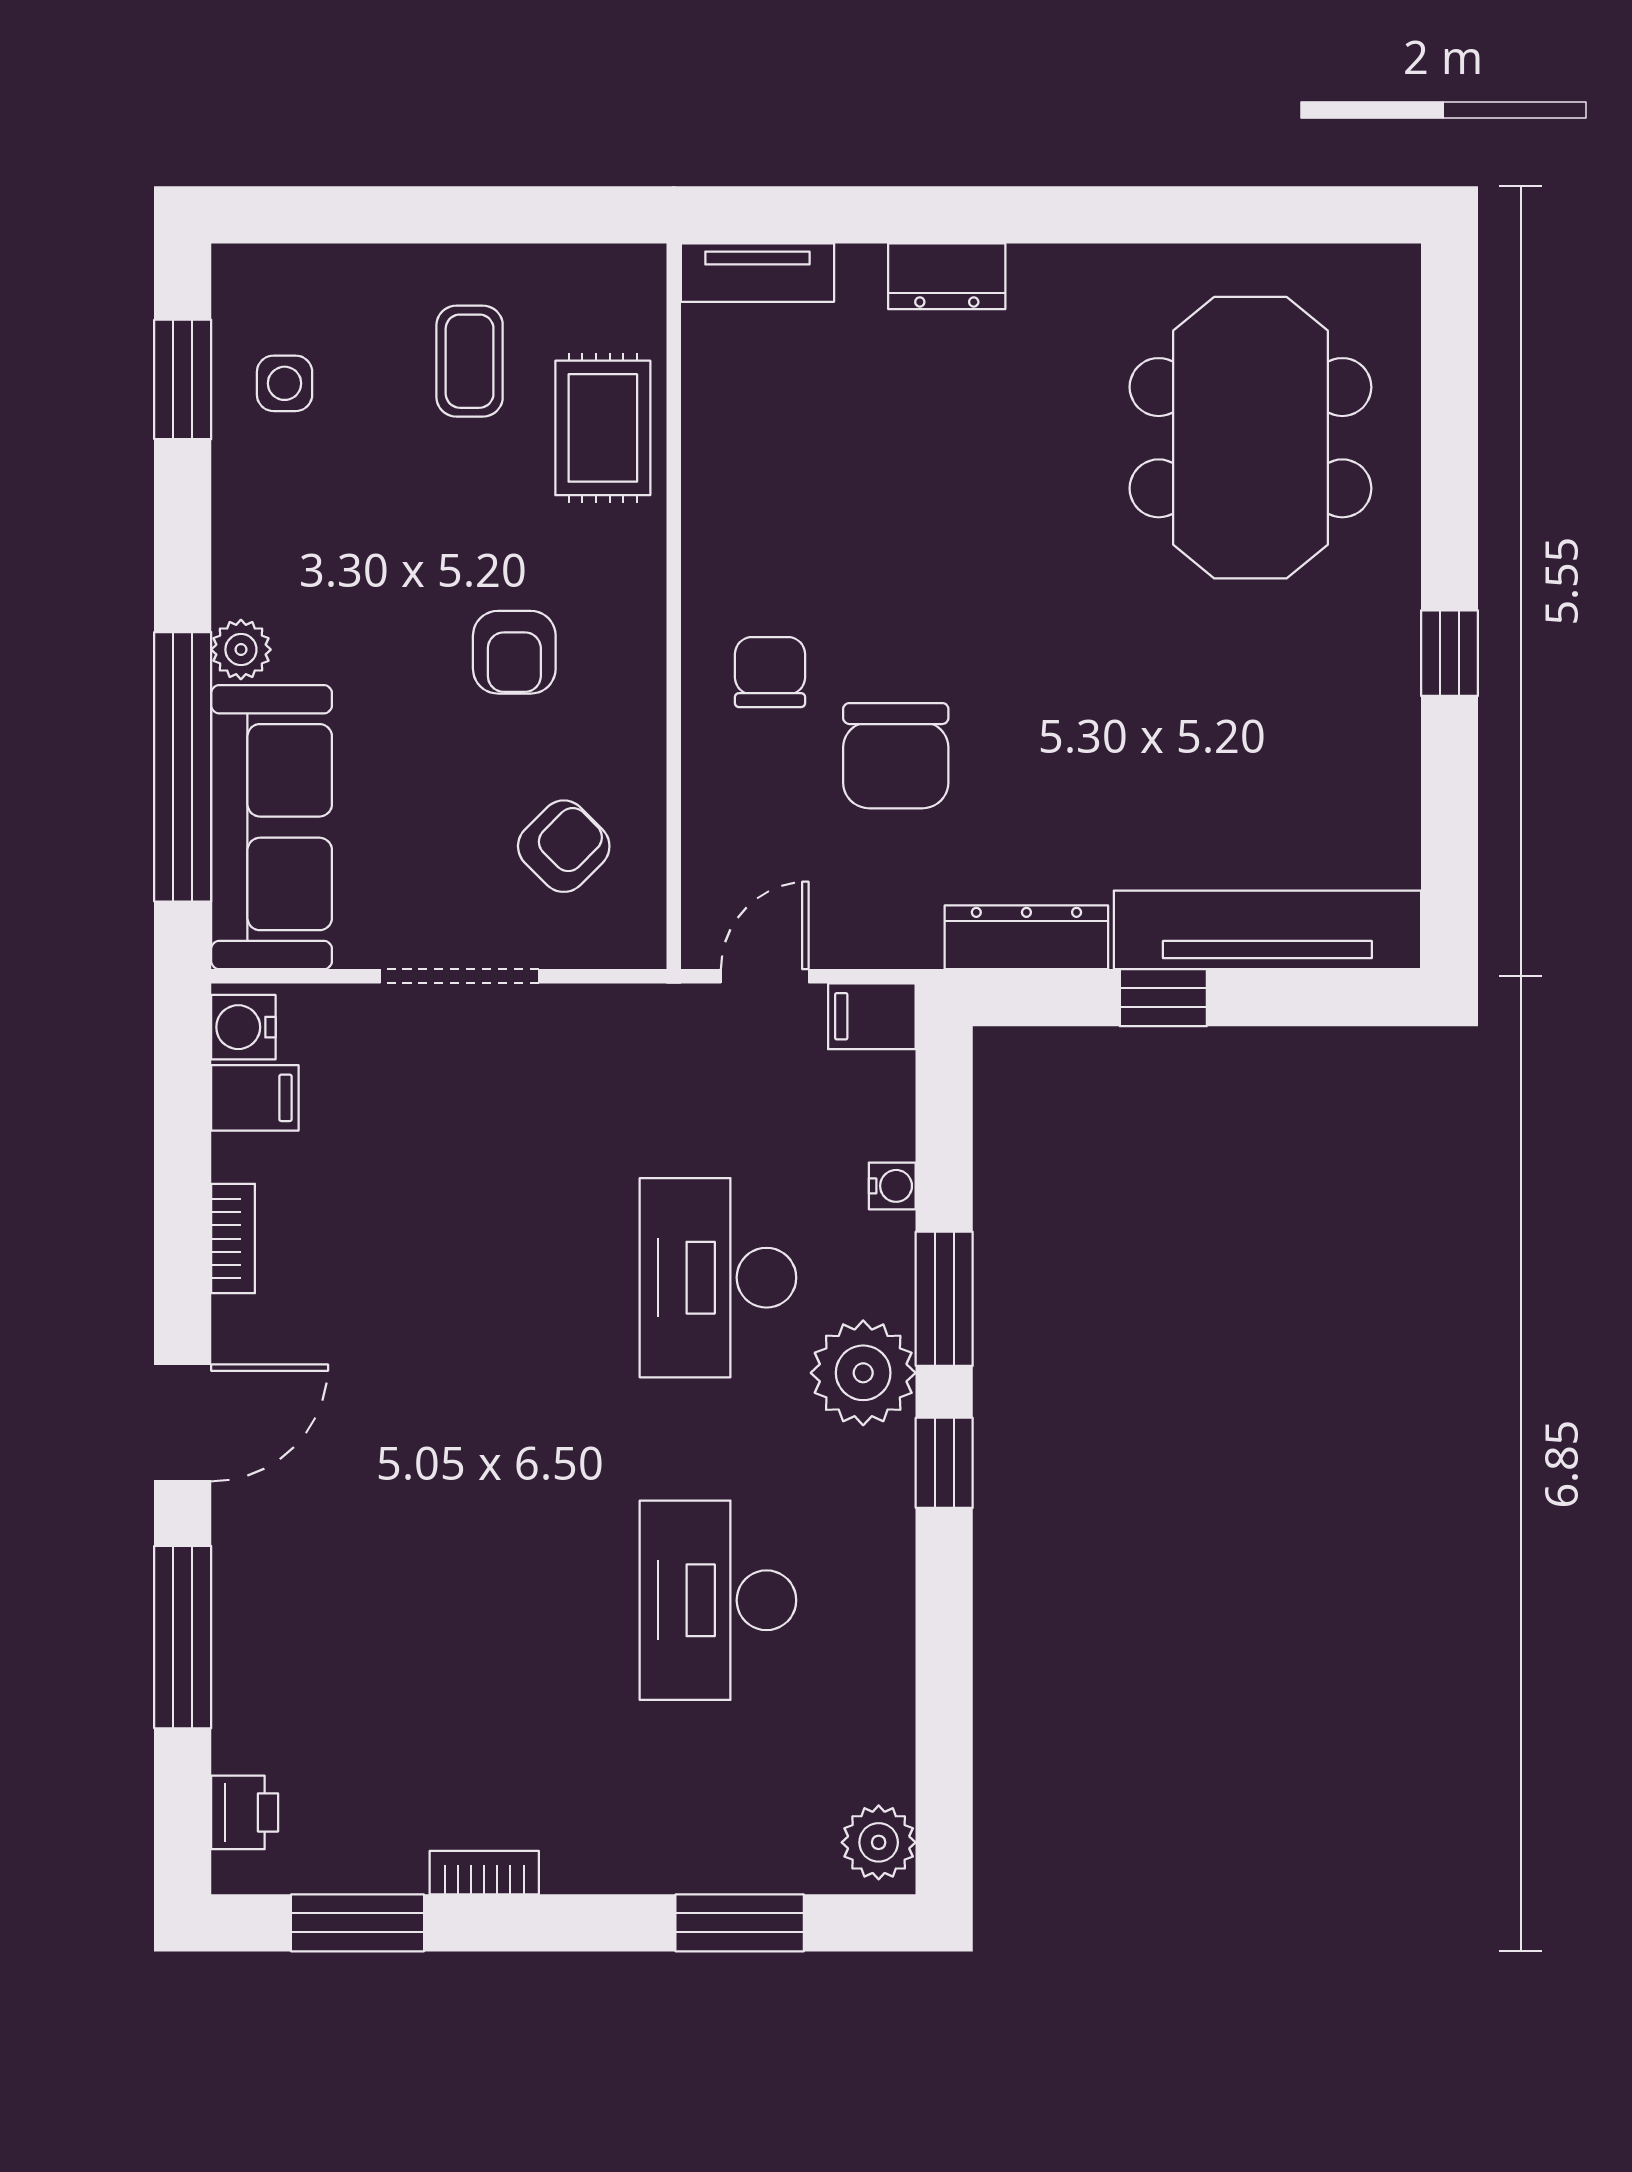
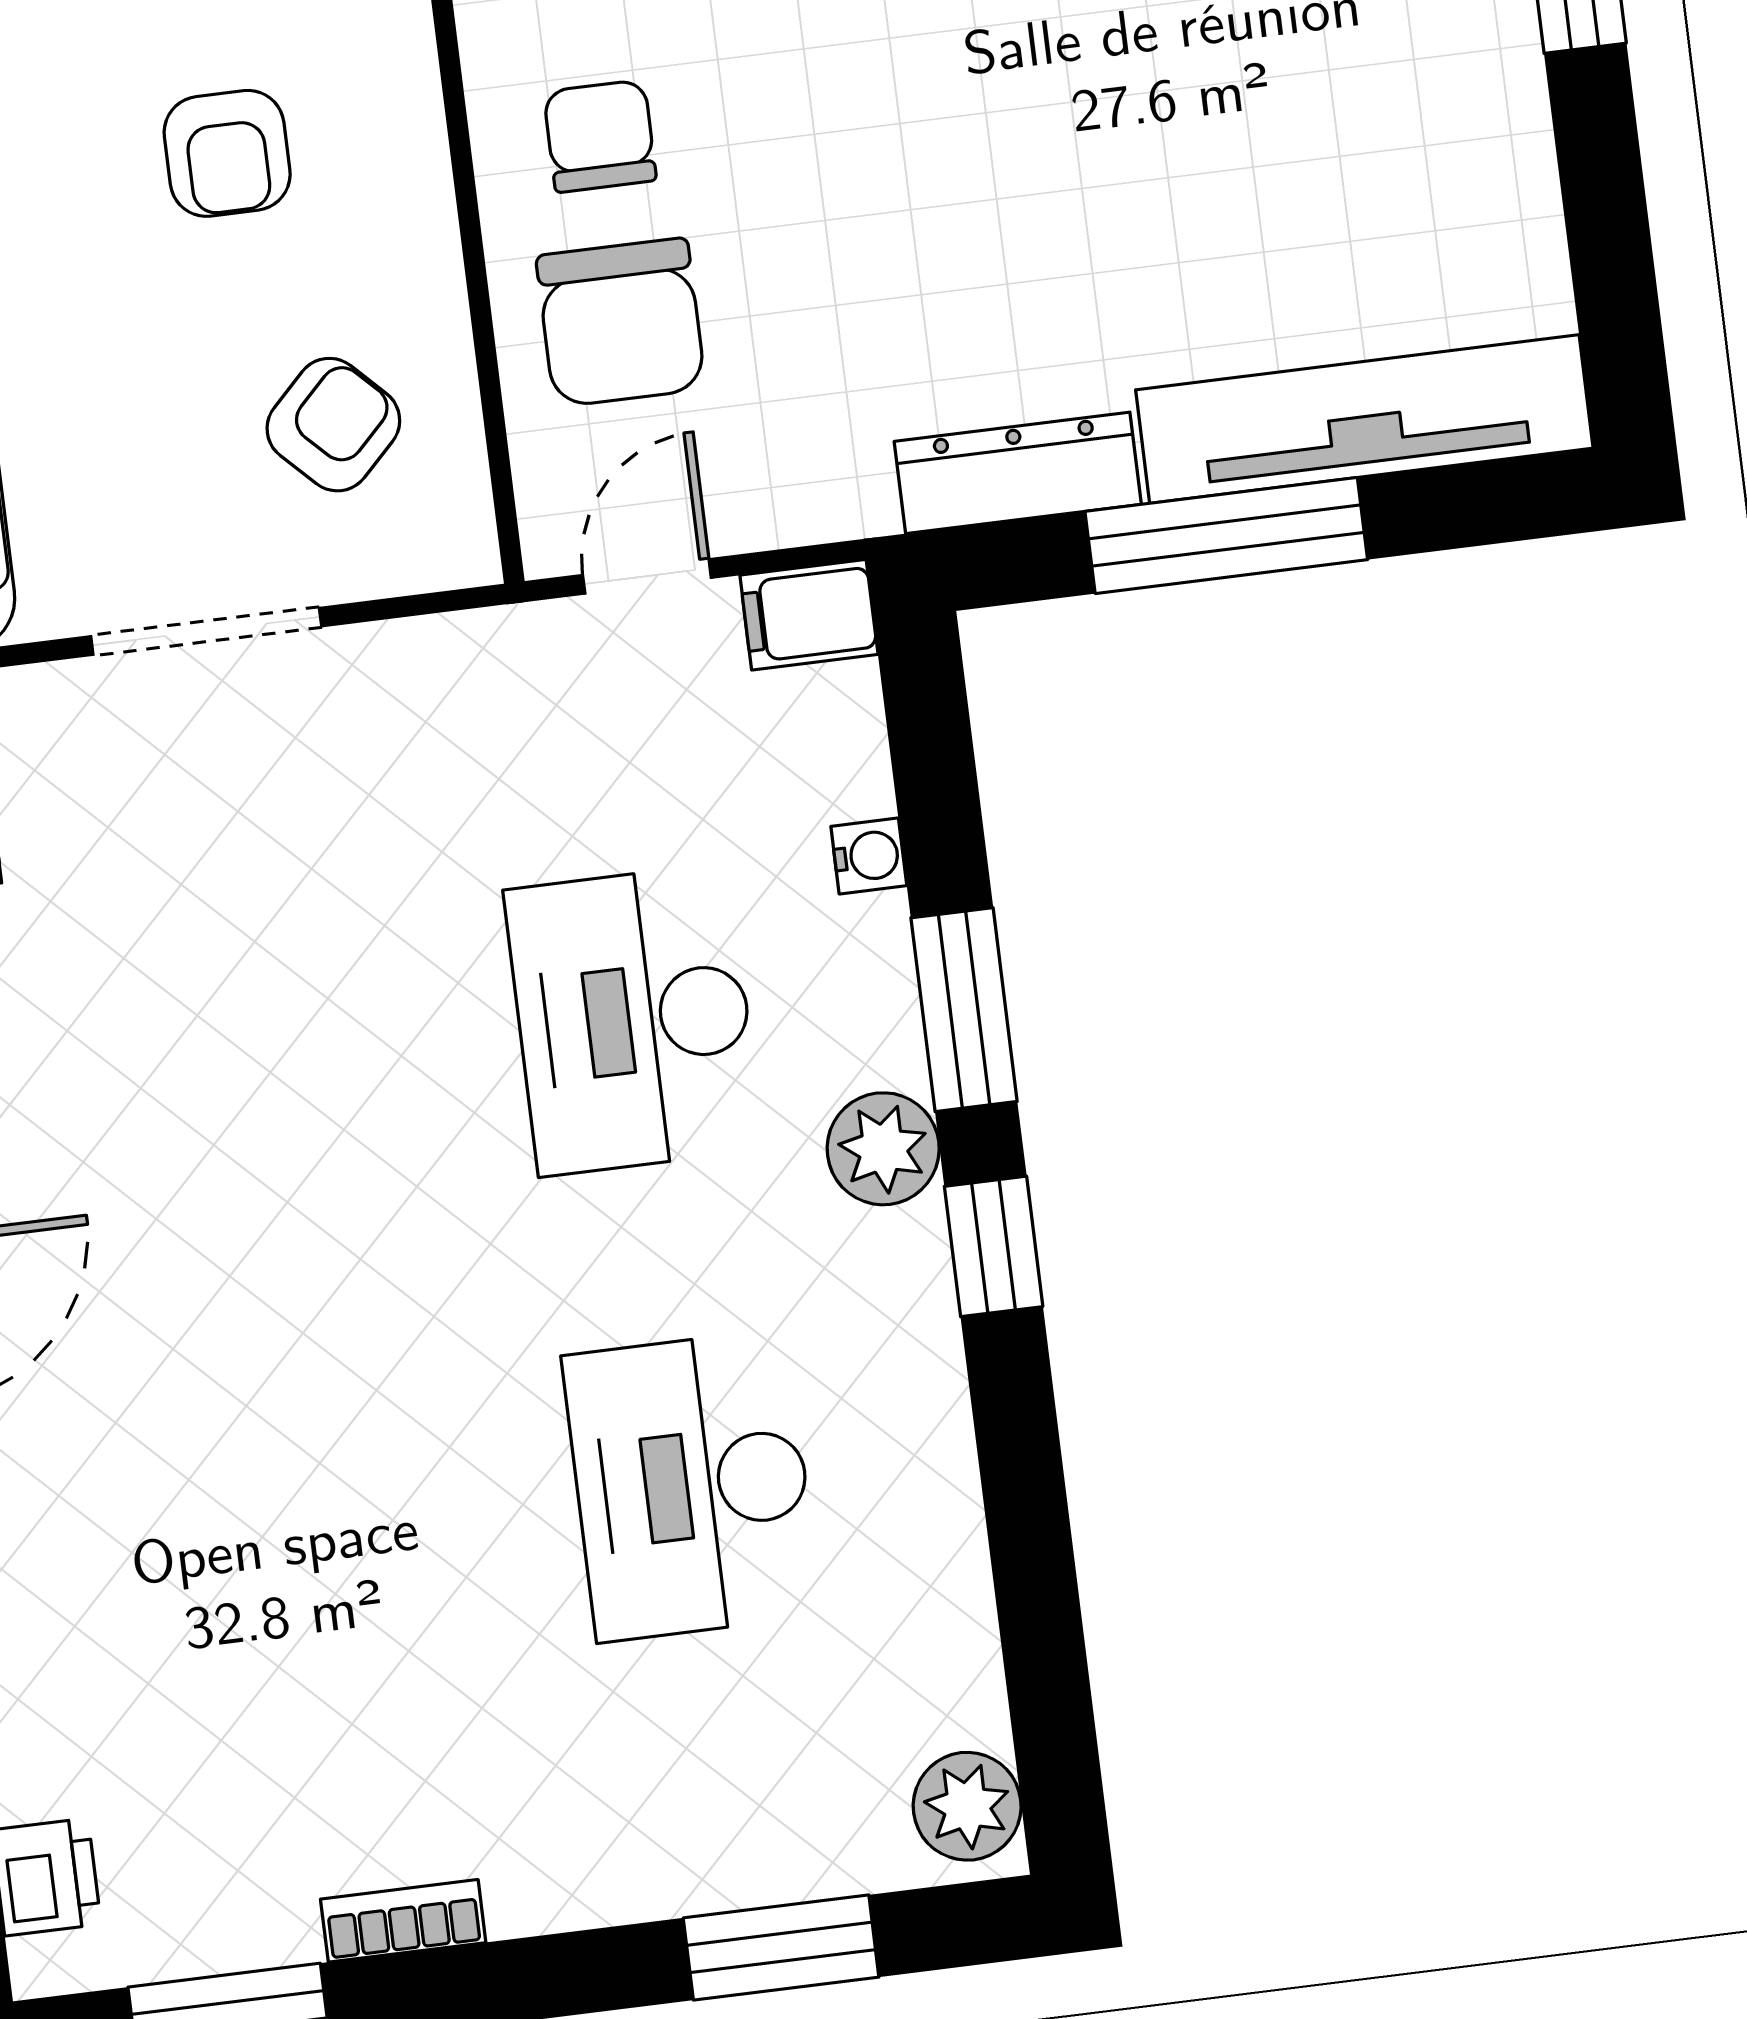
chair: (896, 756) -> (621, 322), moved
window: (1163, 998) -> (1226, 536), width x2.17
plant: (863, 1373) -> (883, 1149), width x0.73, depth x0.73

